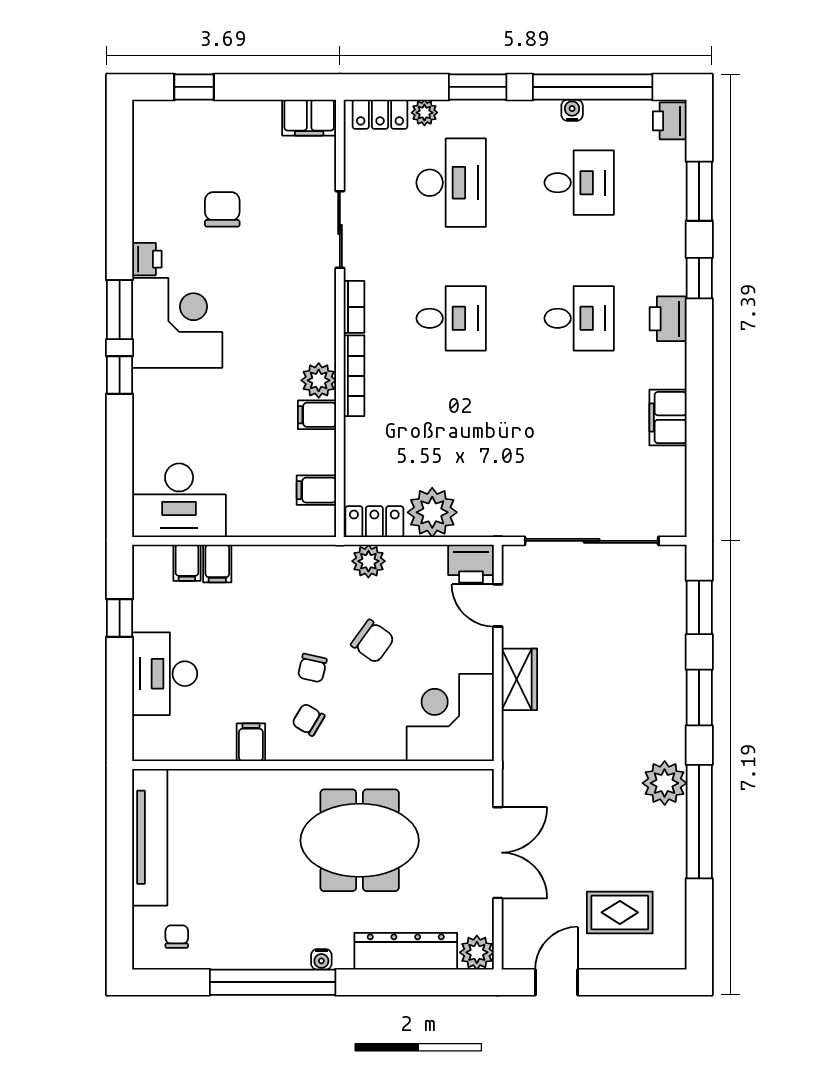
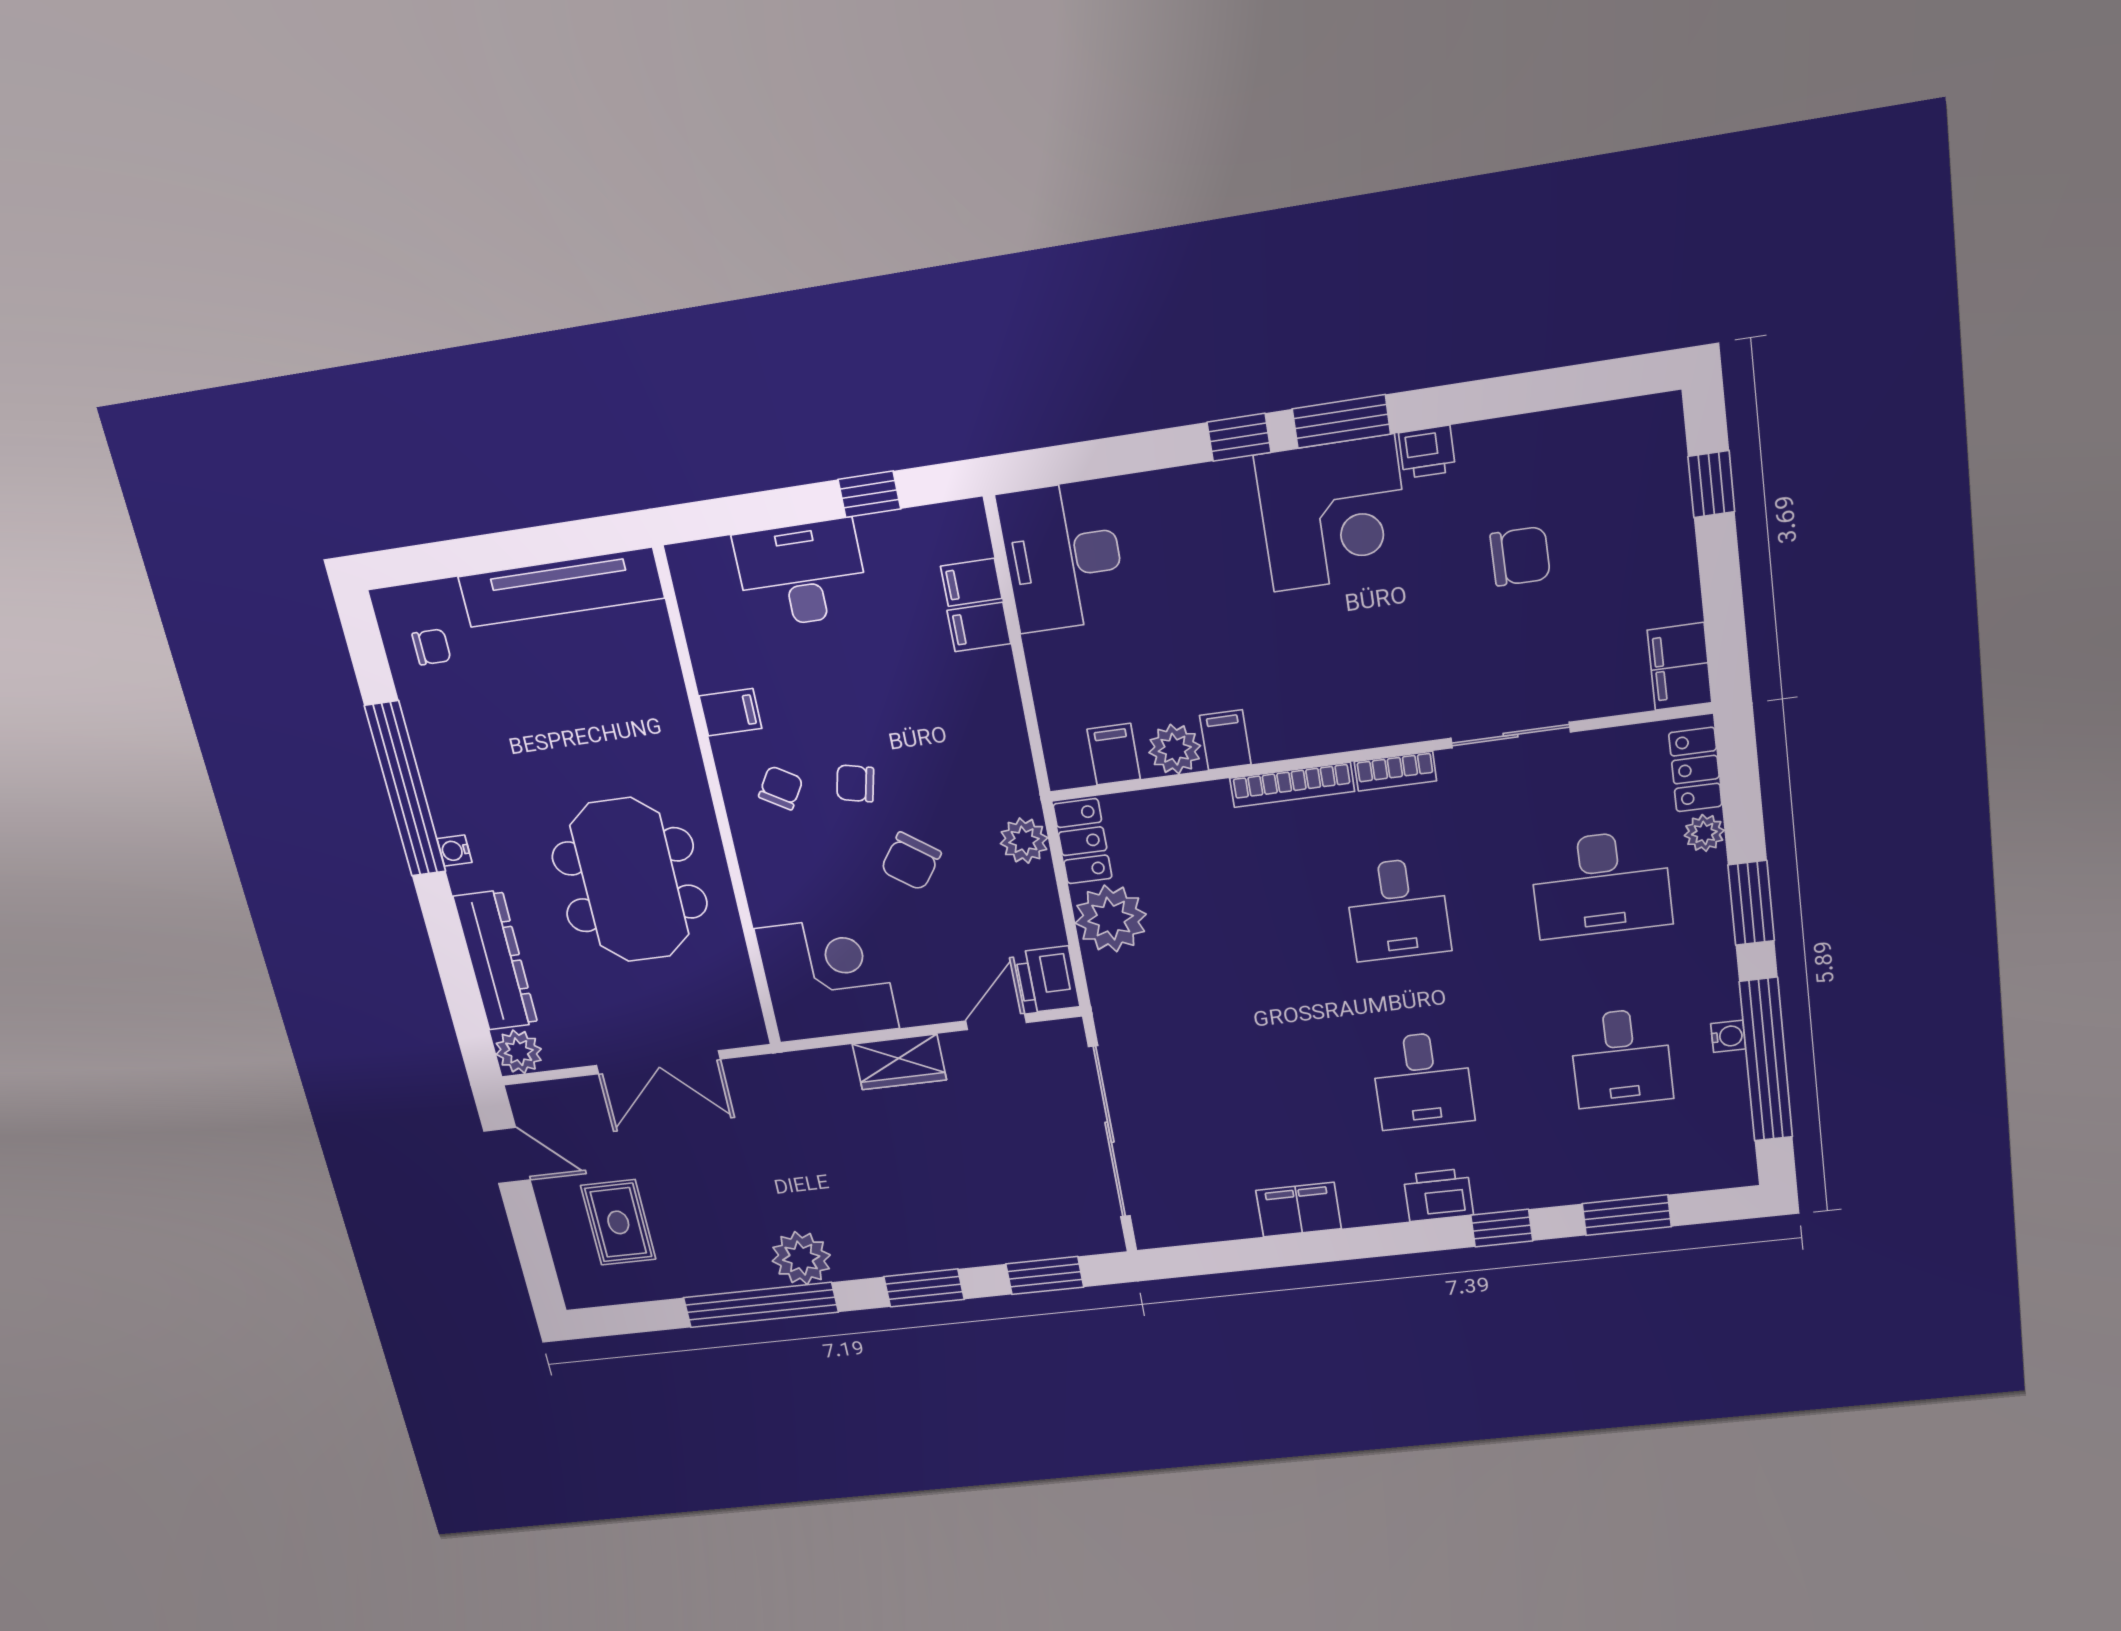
printer: (670, 121) -> (1725, 1167), removed
plant: (319, 380) -> (1175, 749), moved

